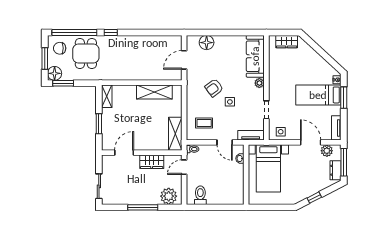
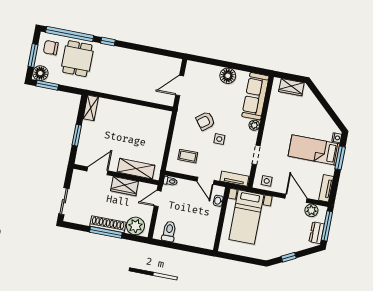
floor lamp: (207, 43) -> (228, 76), moved
shelving: (154, 92) -> (142, 113), removed
shelving: (175, 134) -> (136, 169), moved, turned 90
shoe rack: (143, 200) -> (108, 224), added

